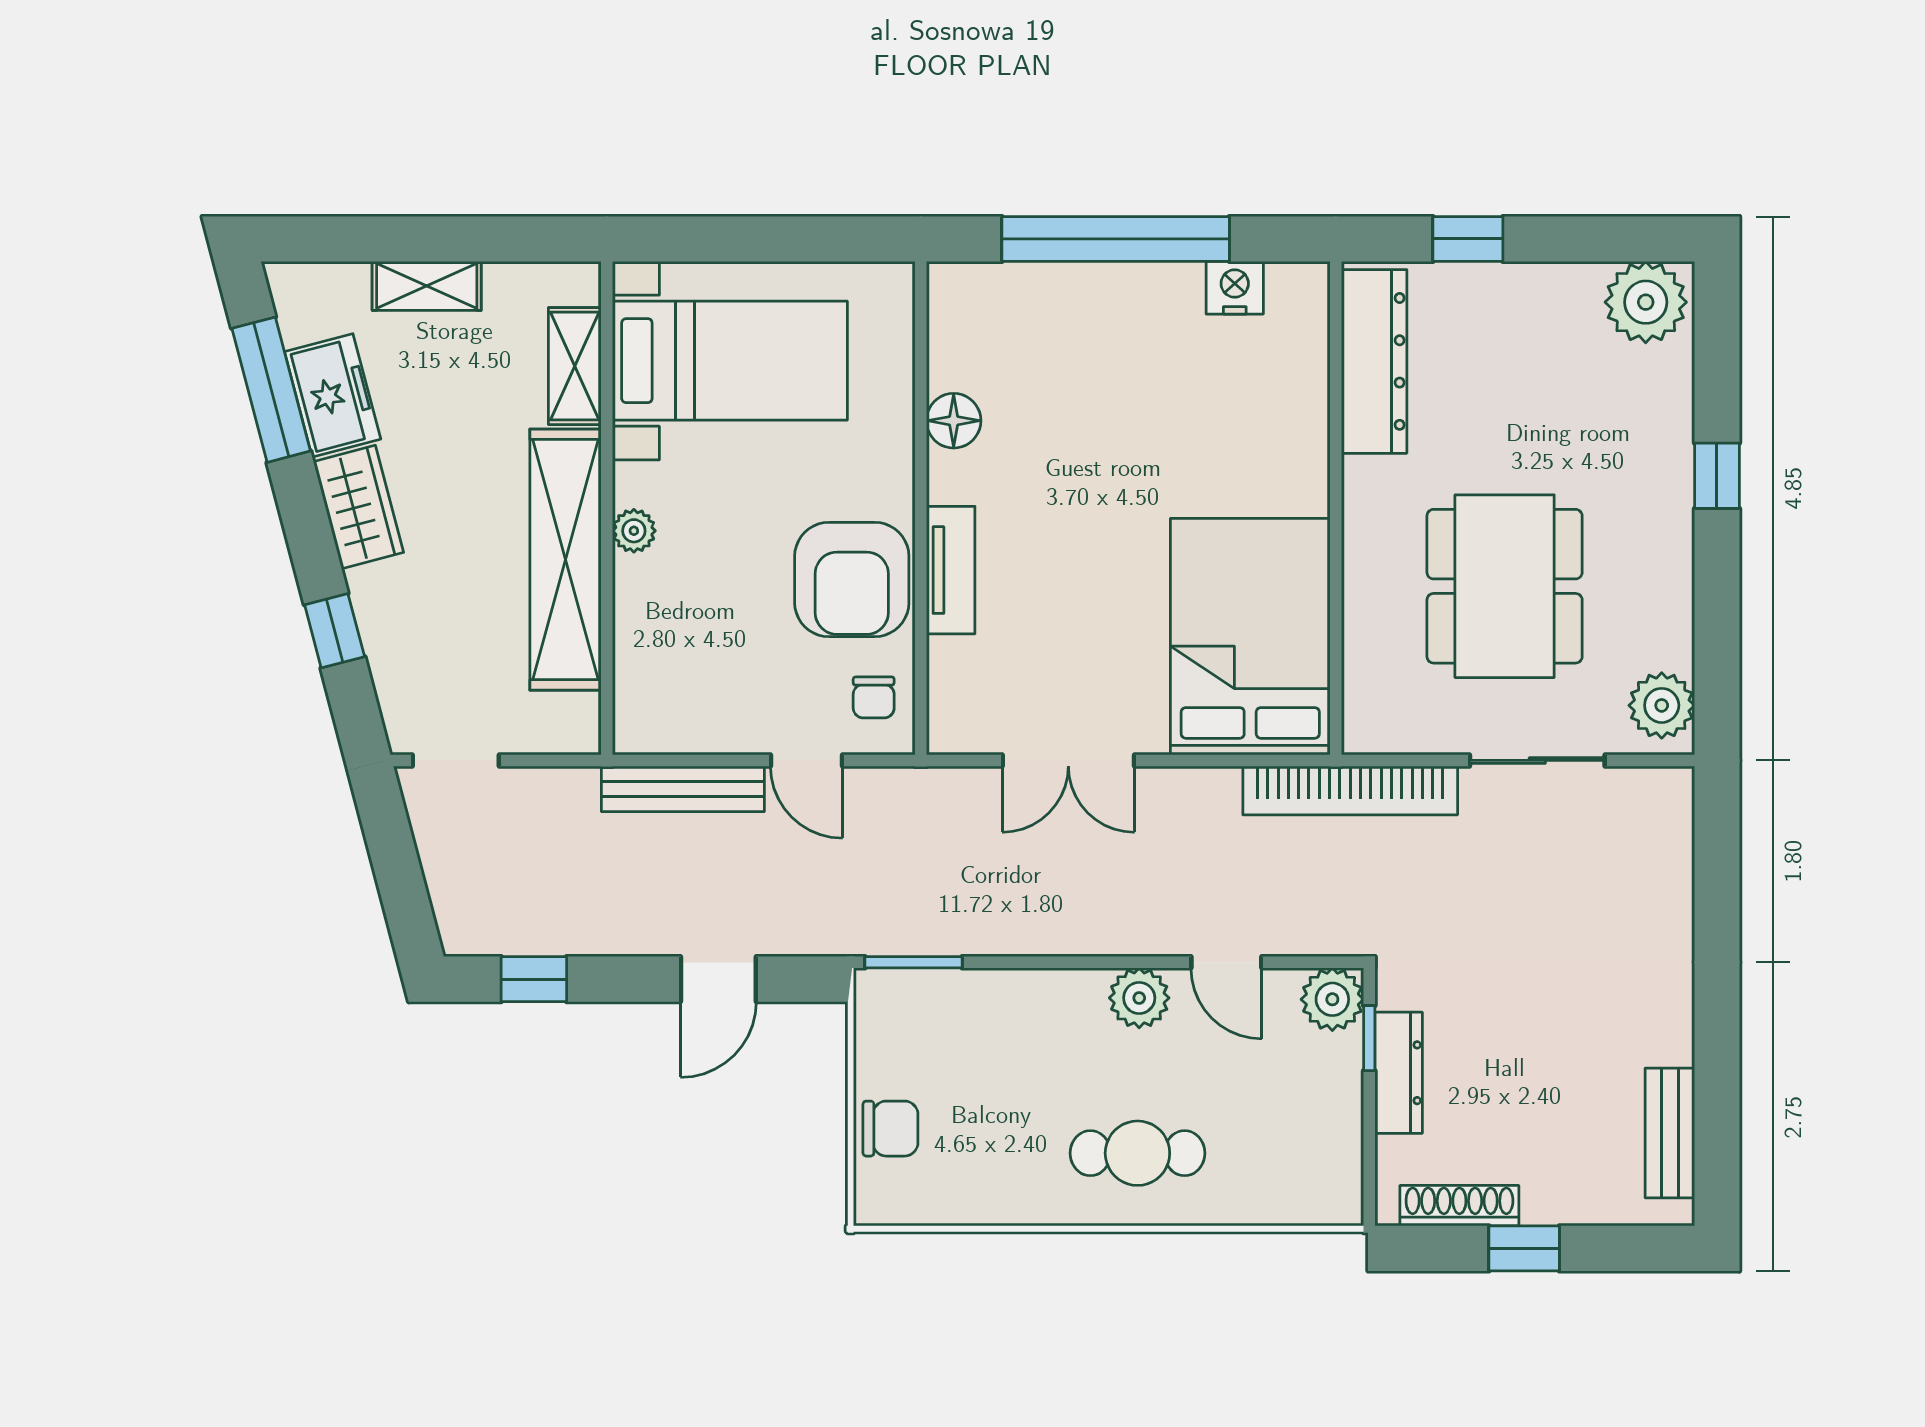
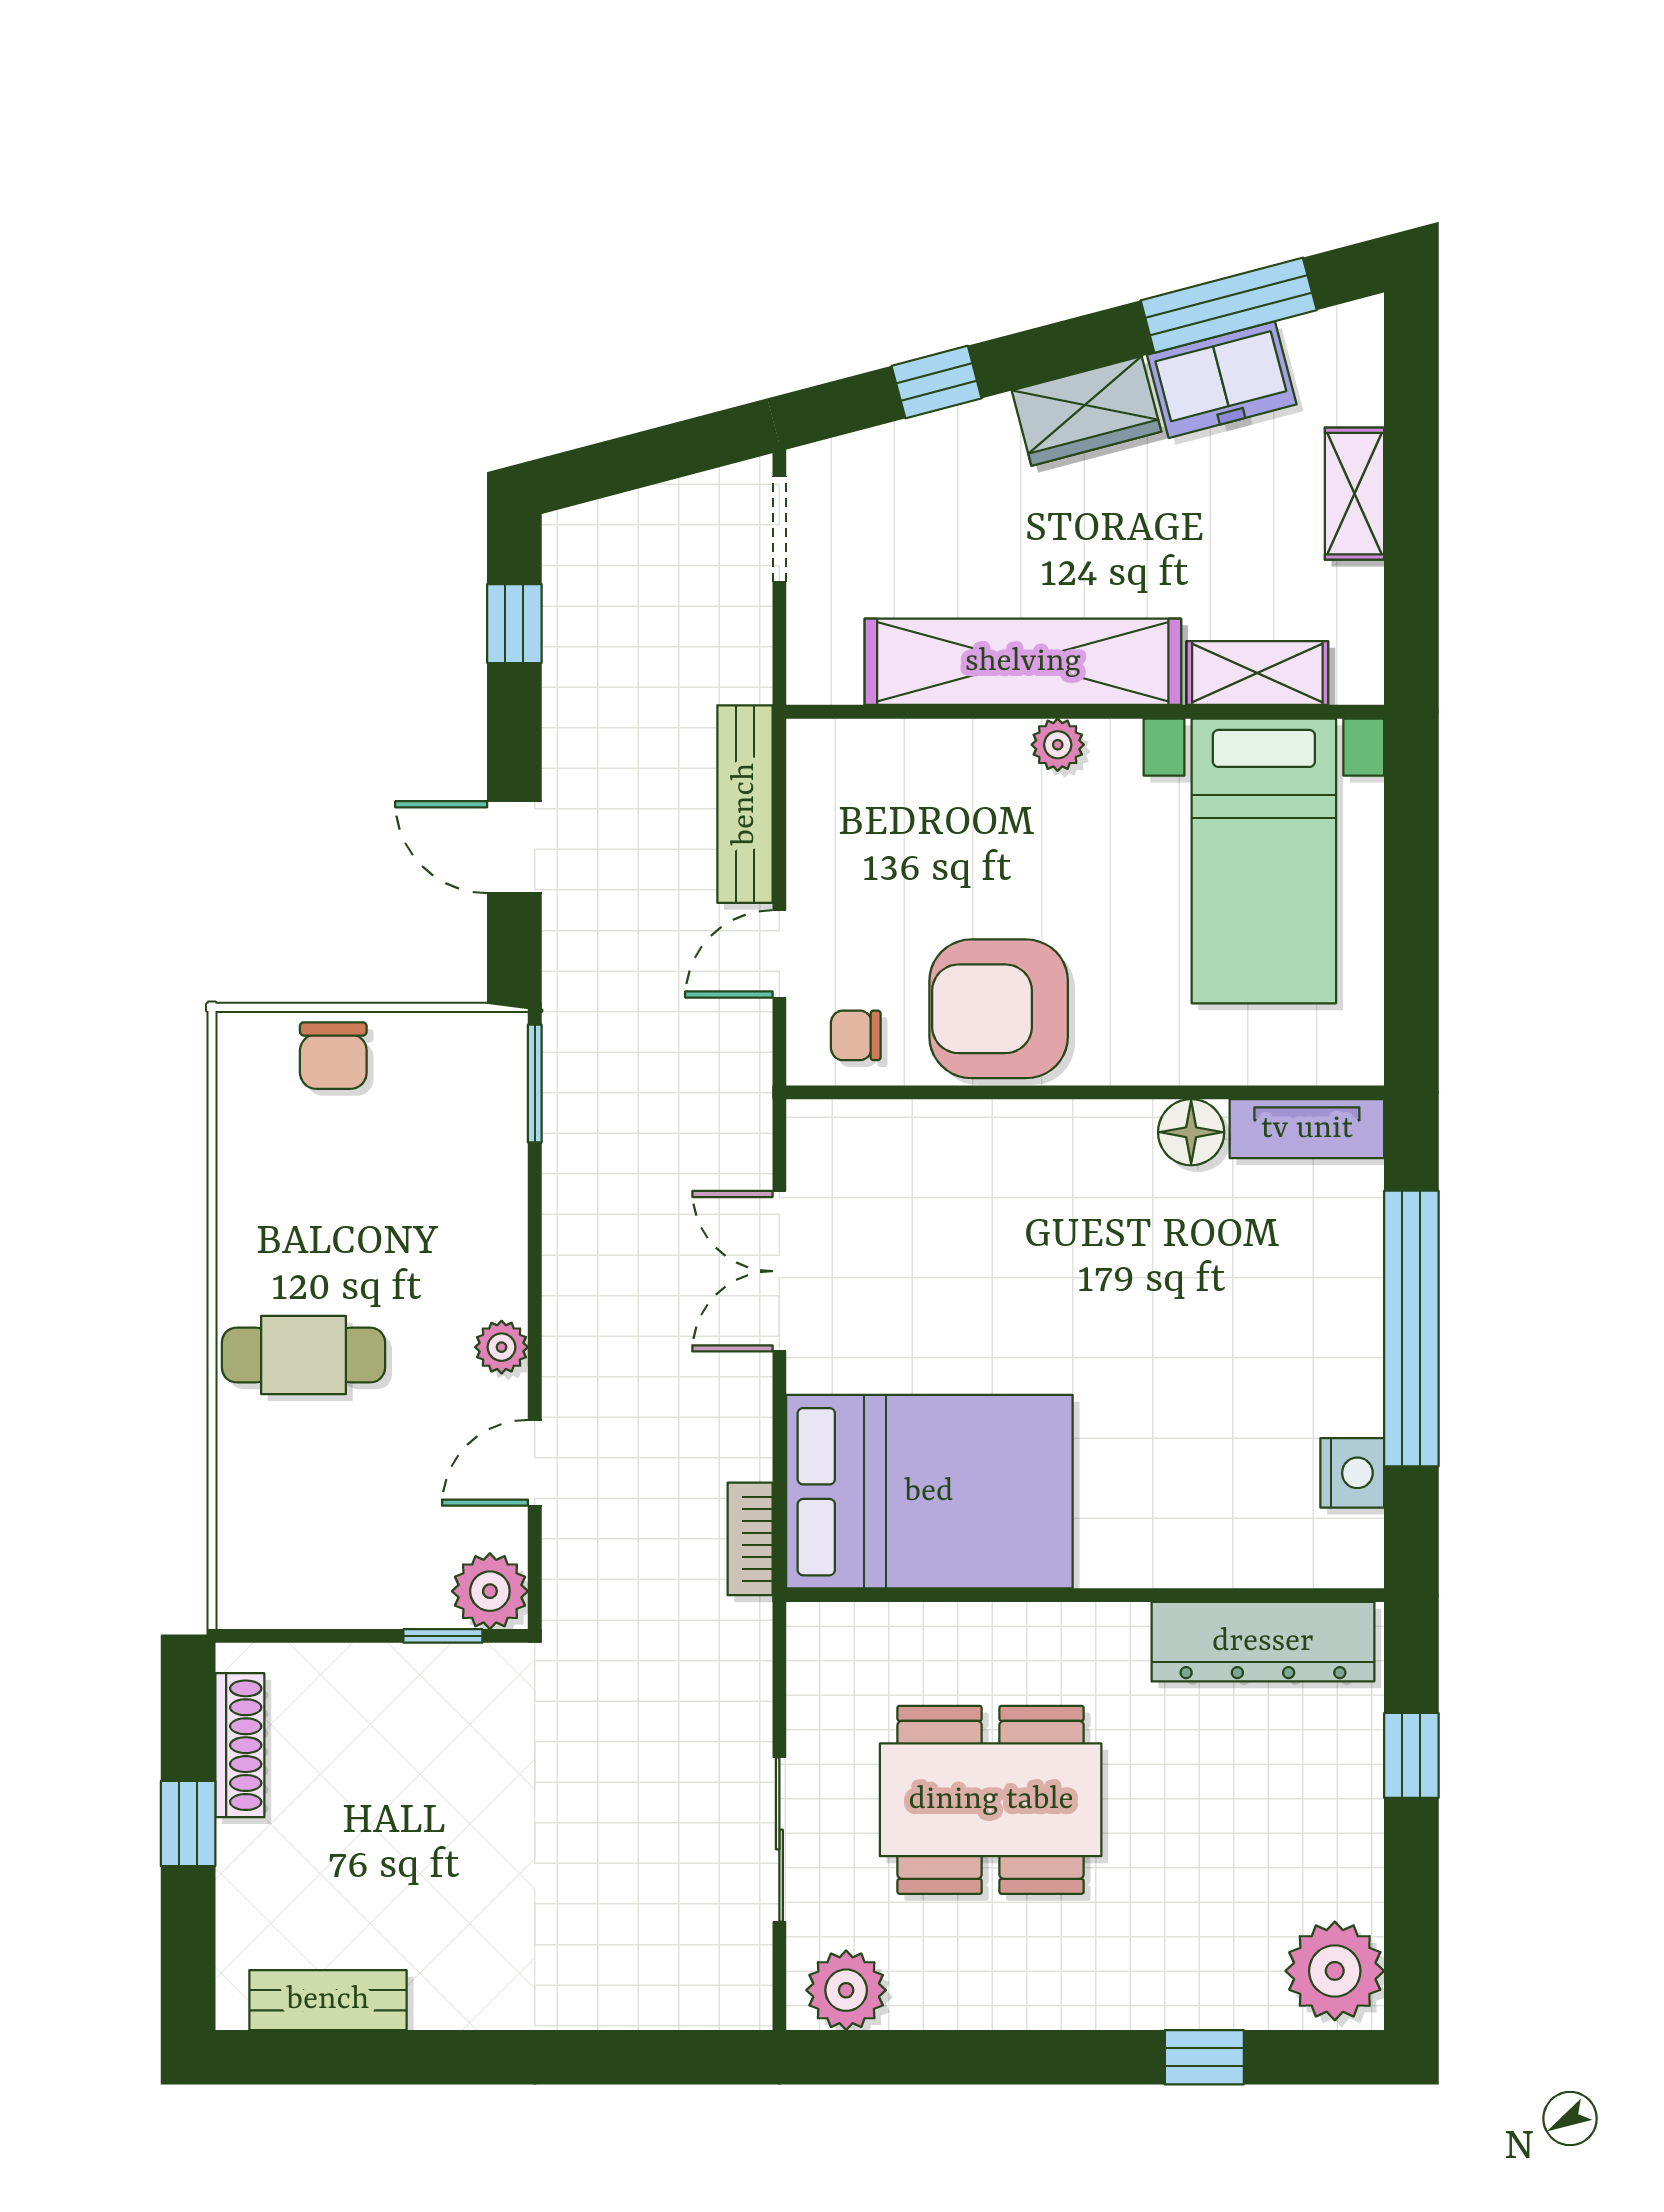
window: (1717, 476) -> (1204, 2057), moved
tv unit: (951, 570) -> (1307, 1129), moved
bookcase: (1350, 790) -> (750, 1539), width x0.43, depth x0.76
plant: (1139, 998) -> (502, 1347), width x0.73, depth x0.73
dresser: (1399, 1073) -> (401, 1671), removed
cafe table: (1137, 1153) -> (303, 1355), turned 90

